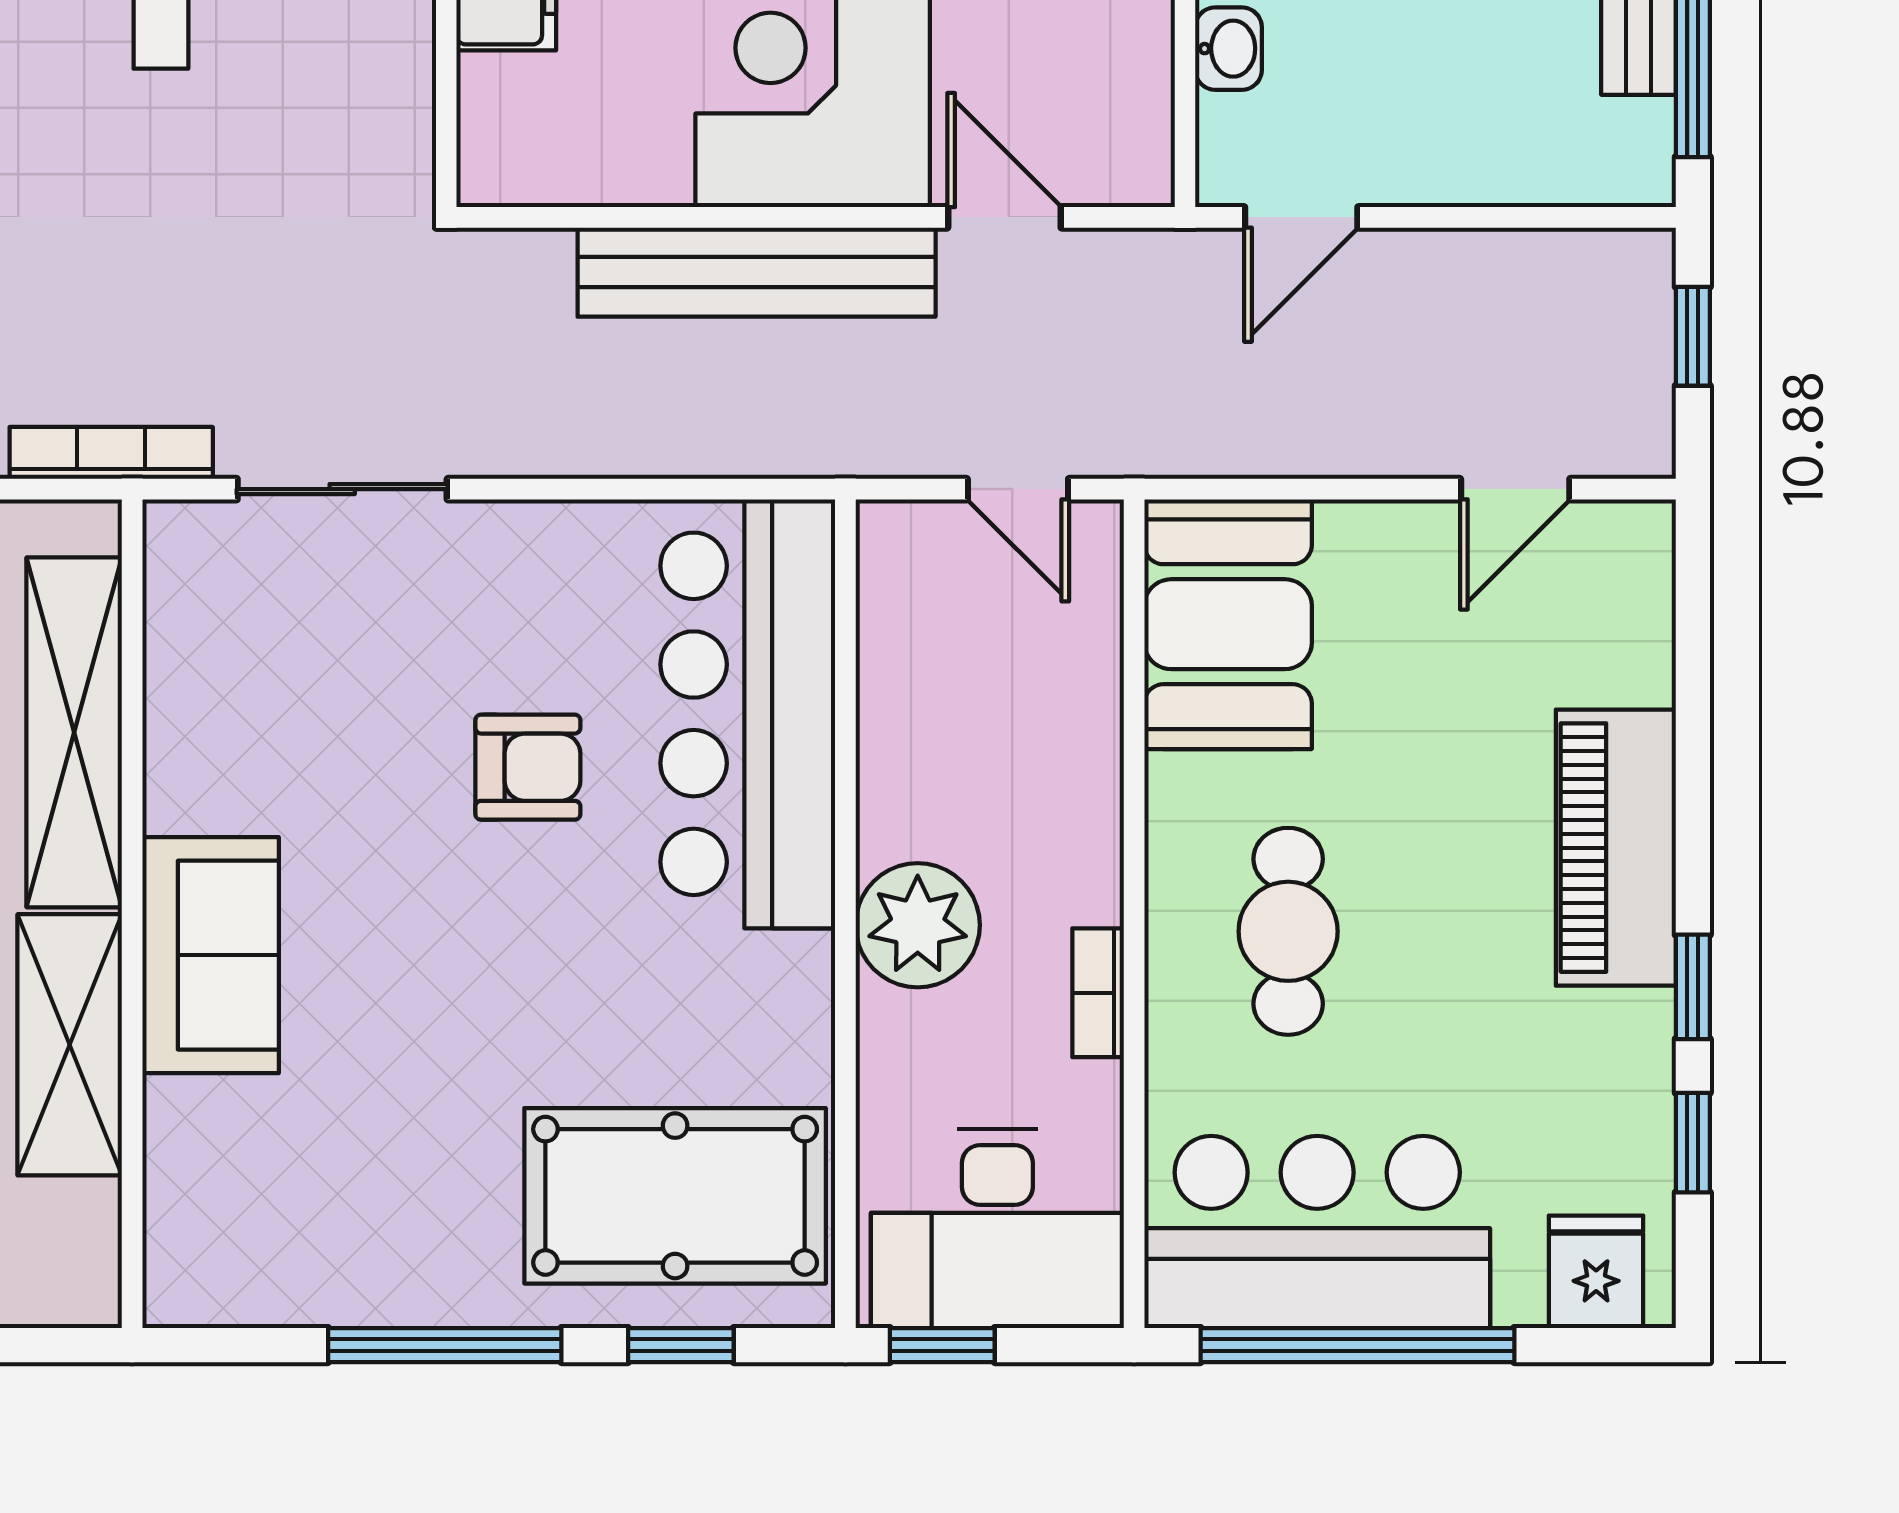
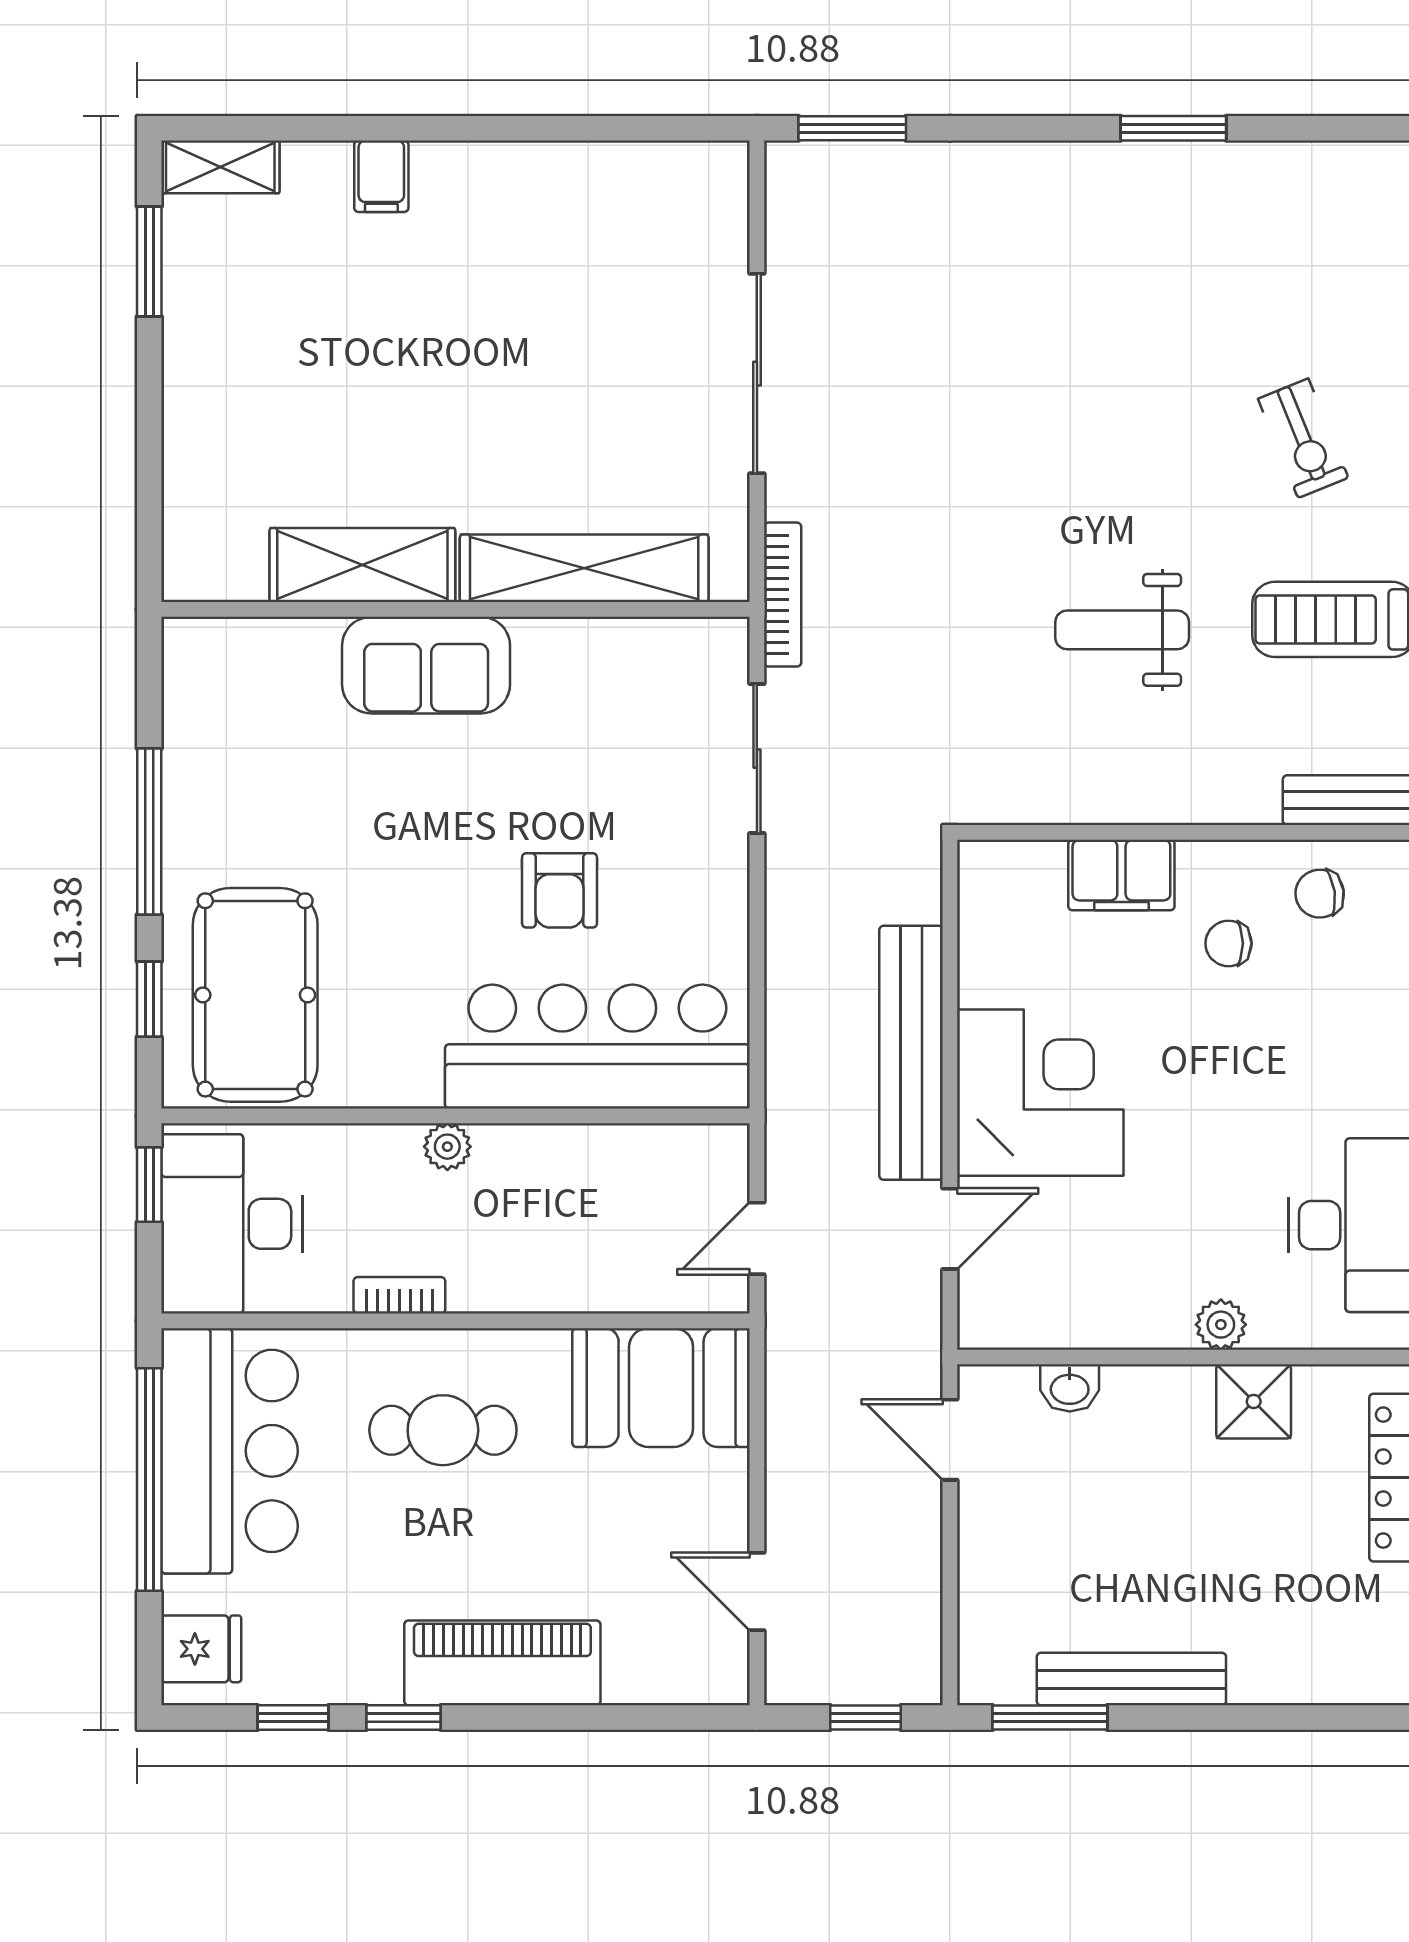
plant: (918, 925) -> (447, 1147), width x0.53, depth x0.53

